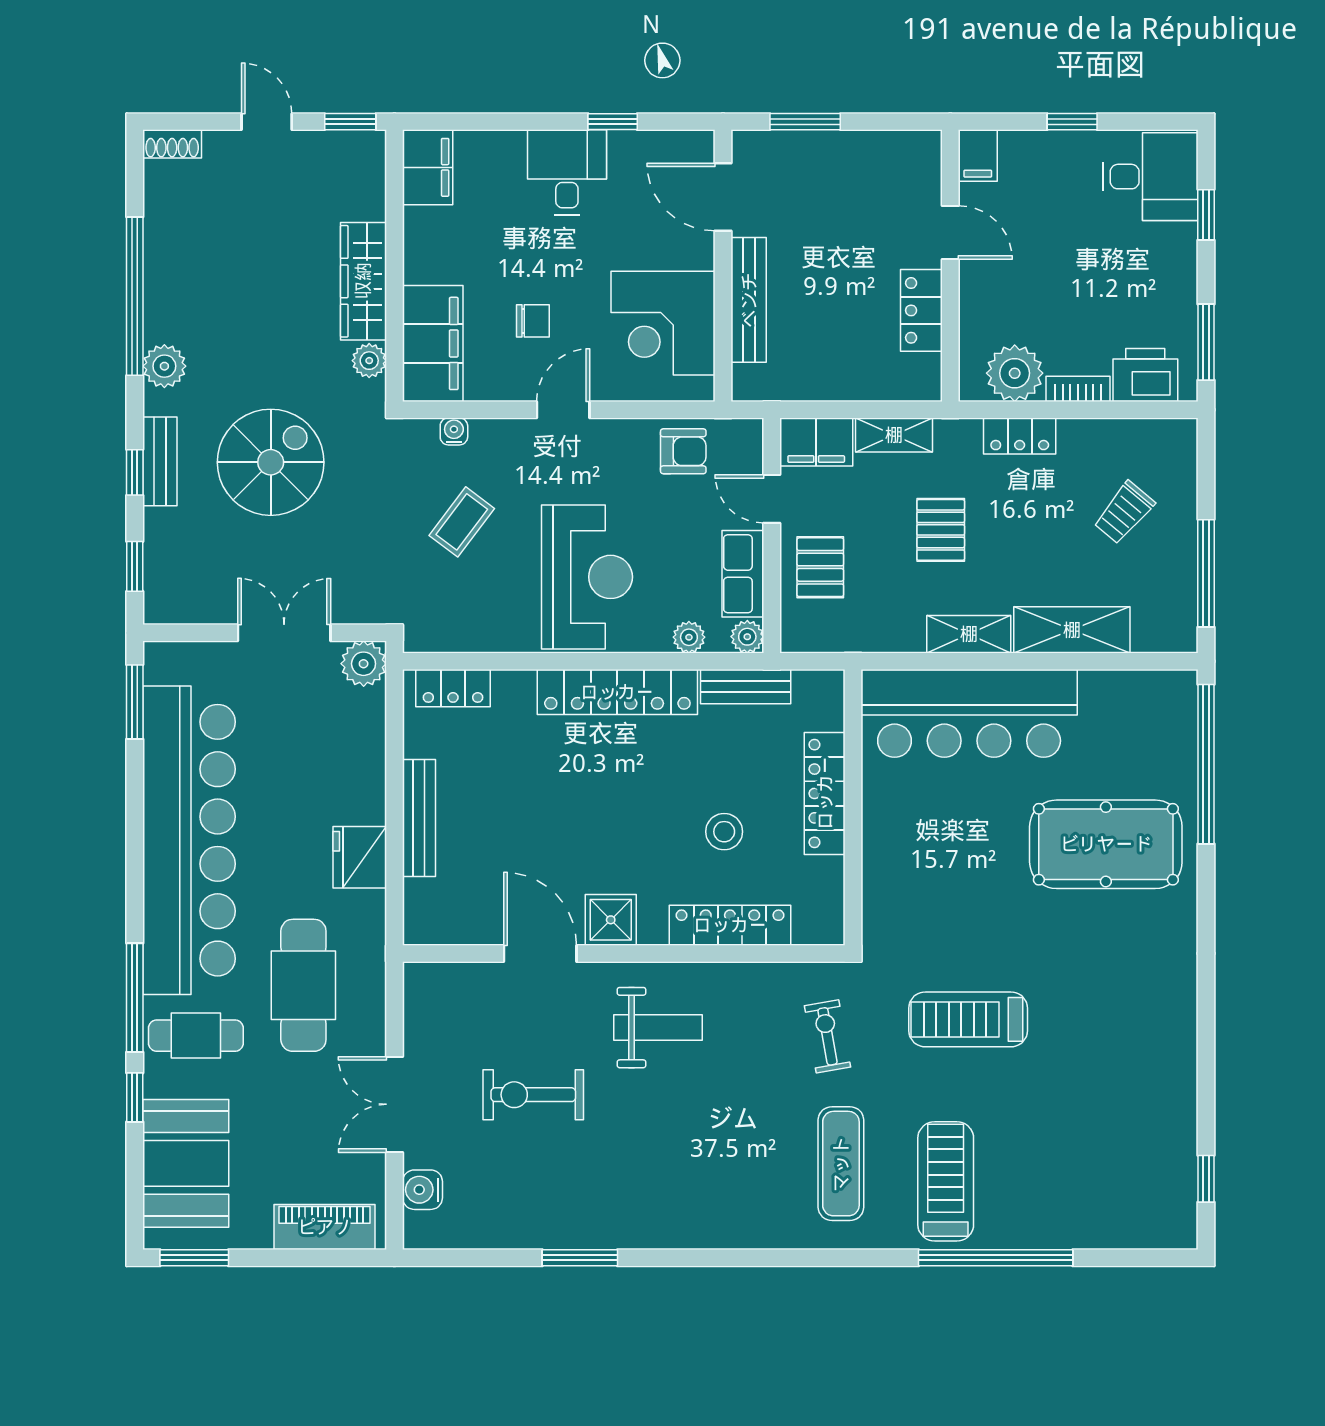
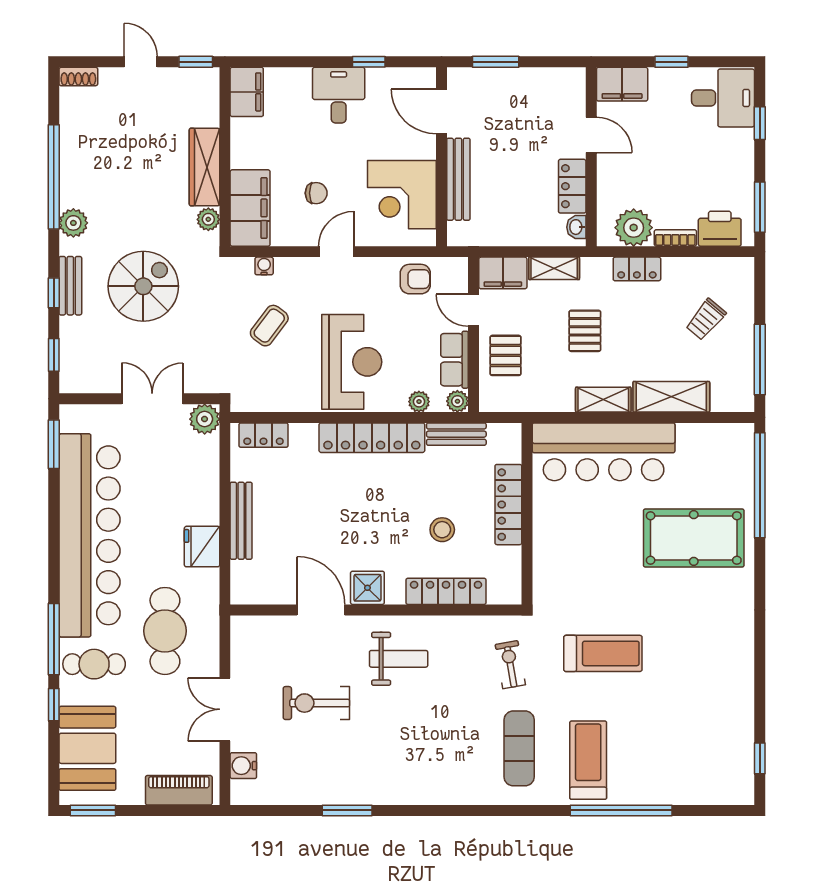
filing cabinet: (978, 156) -> (622, 84), width x2.00
washbasin: (928, 372) -> (576, 227), added
treadmill: (968, 1019) -> (603, 653), turned 180

